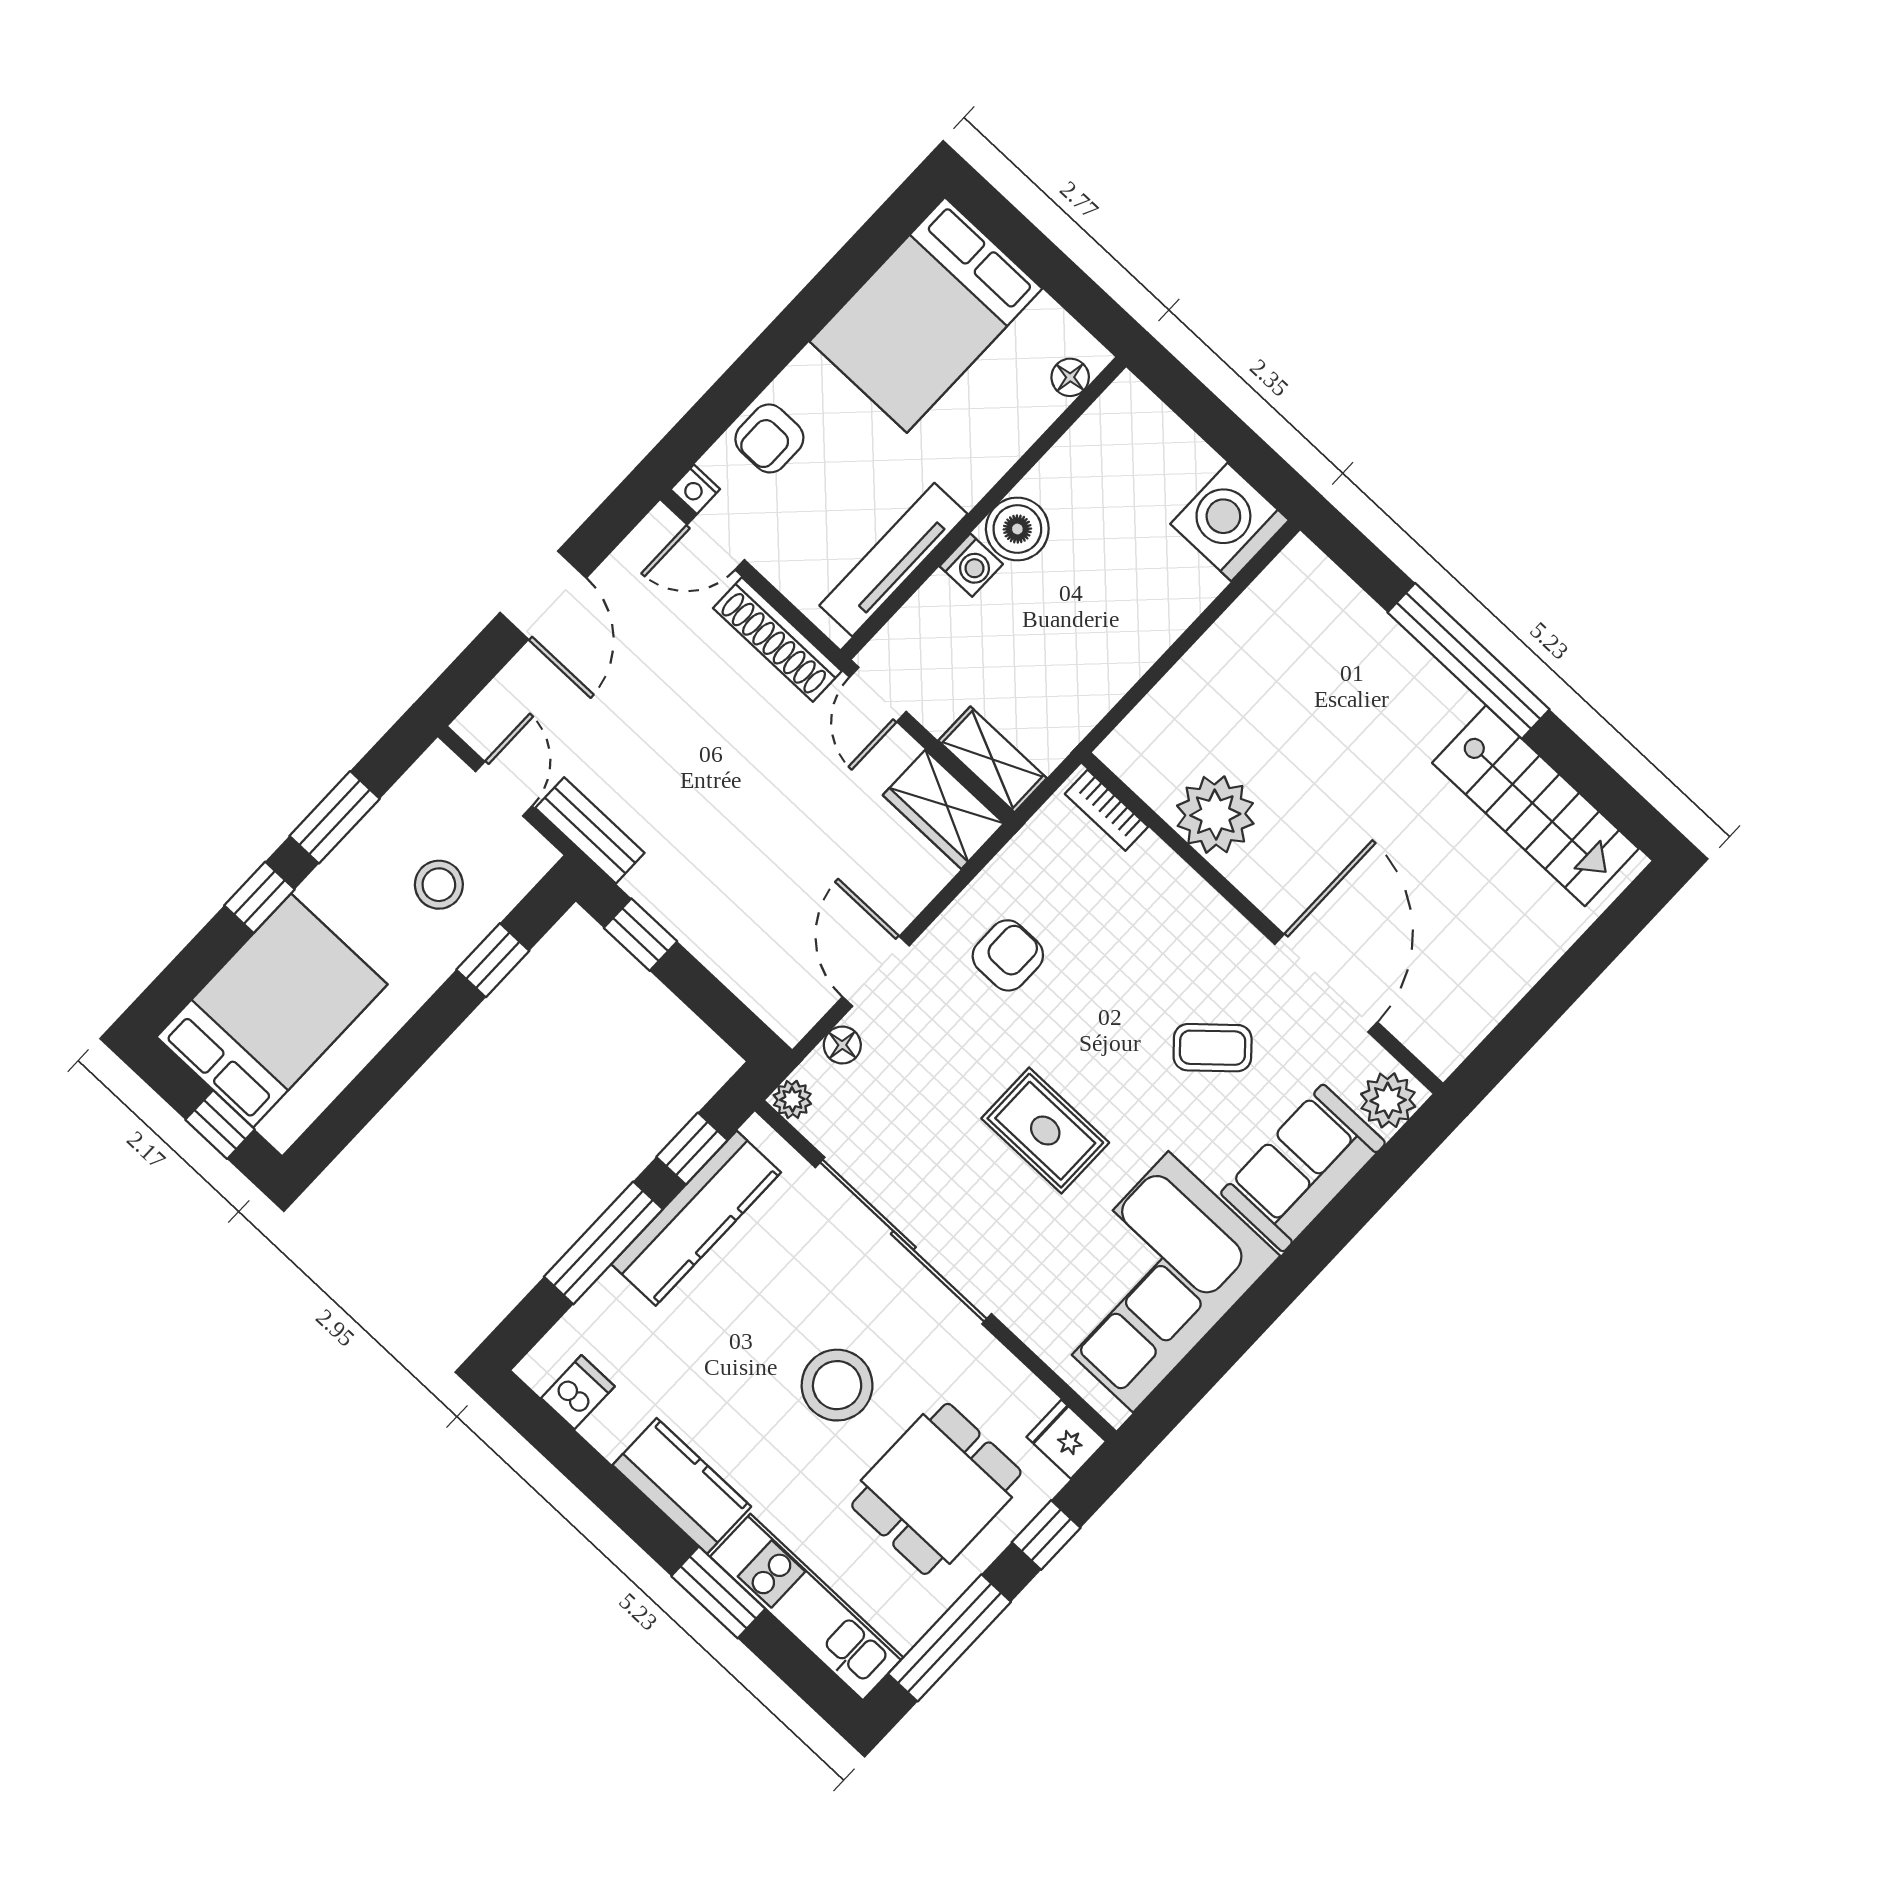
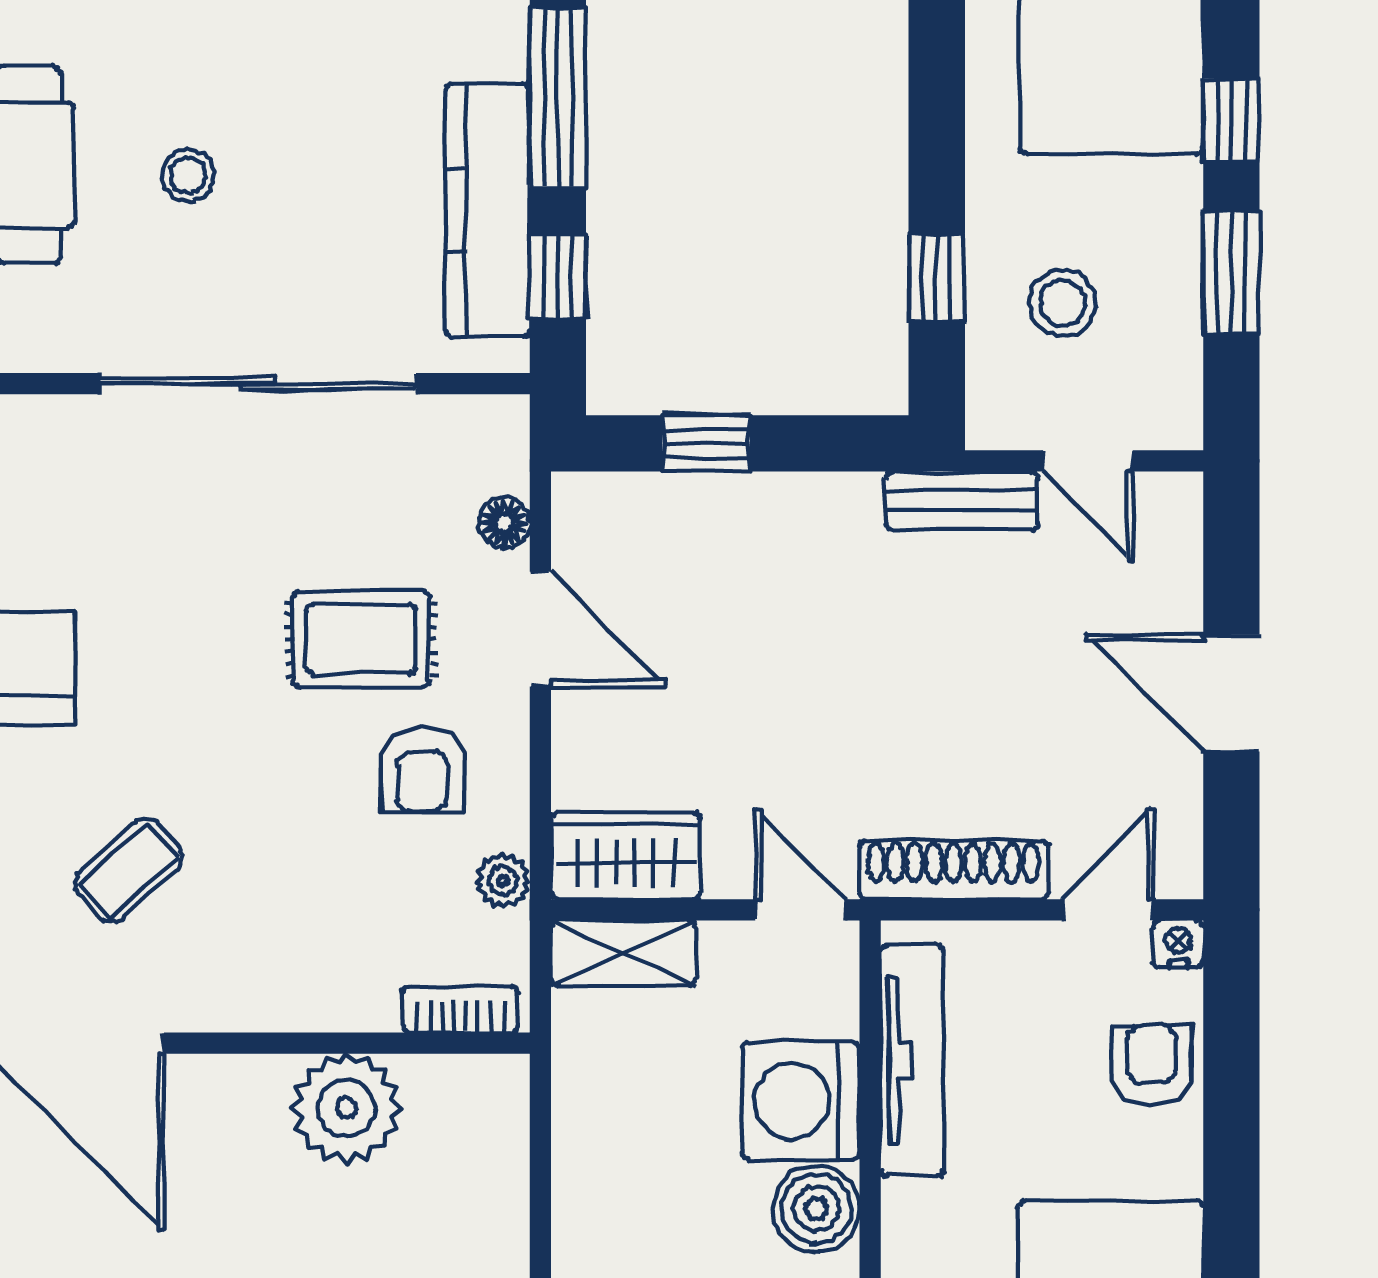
washing machine: (971, 565) -> (801, 1101), width x1.89, depth x1.89
window: (641, 935) -> (706, 443), moved
plant: (792, 1099) -> (503, 881), moved
rug: (1045, 1131) -> (361, 639), moved
stool: (837, 1385) -> (188, 175), width x0.53, depth x0.53

